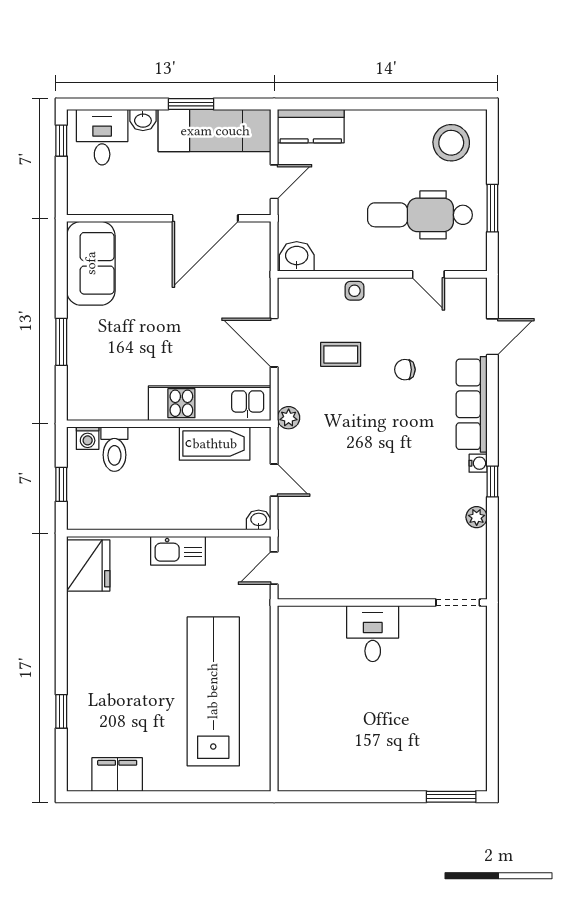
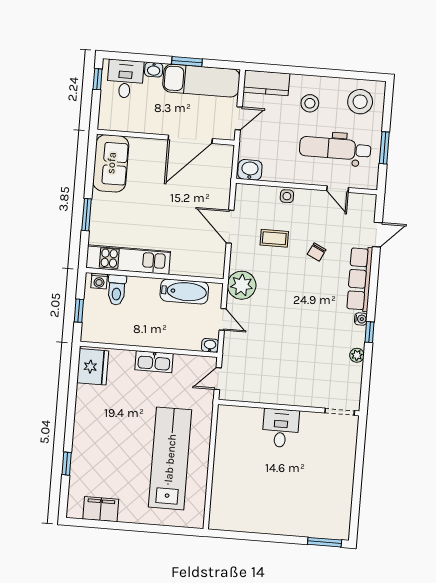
stool: (377, 151) -> (310, 103), added
chair: (405, 370) -> (317, 252), turned -64
kitchen unit: (210, 403) -> (128, 260), moved
plant: (289, 418) -> (242, 285), width x1.87, depth x1.87

